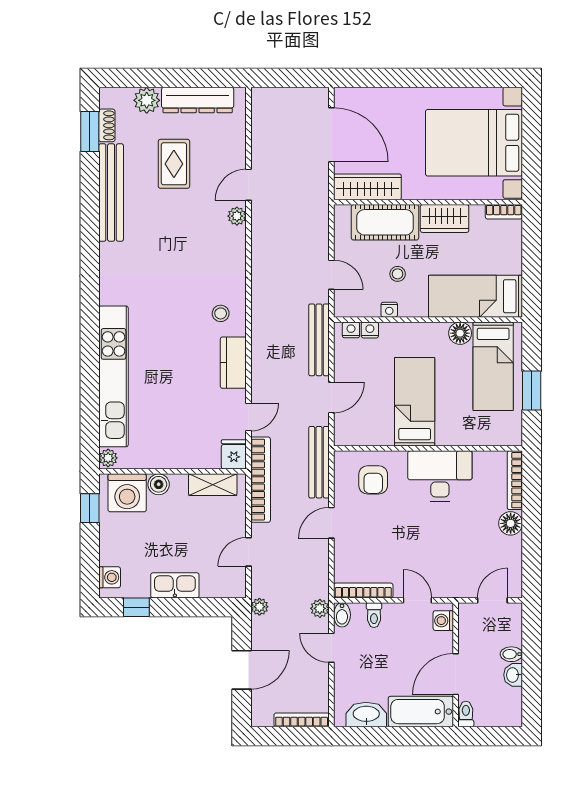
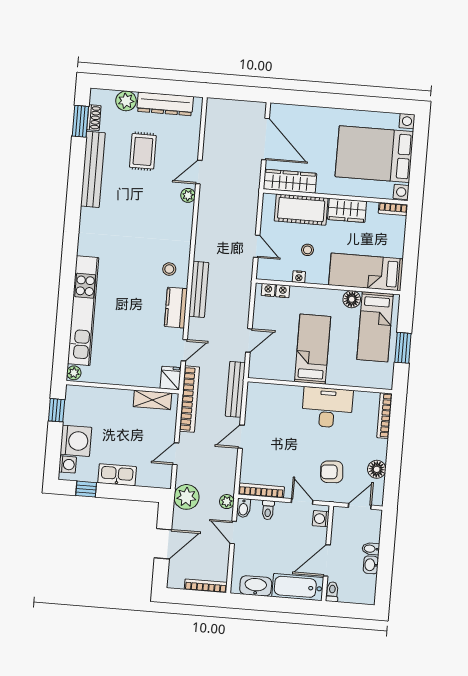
bench: (319, 340) -> (199, 289), moved
armchair: (373, 480) -> (332, 472), moved, turned 86
boiler: (159, 484) -> (111, 396), removed
washing machine: (127, 493) -> (76, 441), moved, turned -90
floor lamp: (511, 523) -> (377, 469), moved
plant: (259, 607) -> (186, 497), width x1.88, depth x1.88

